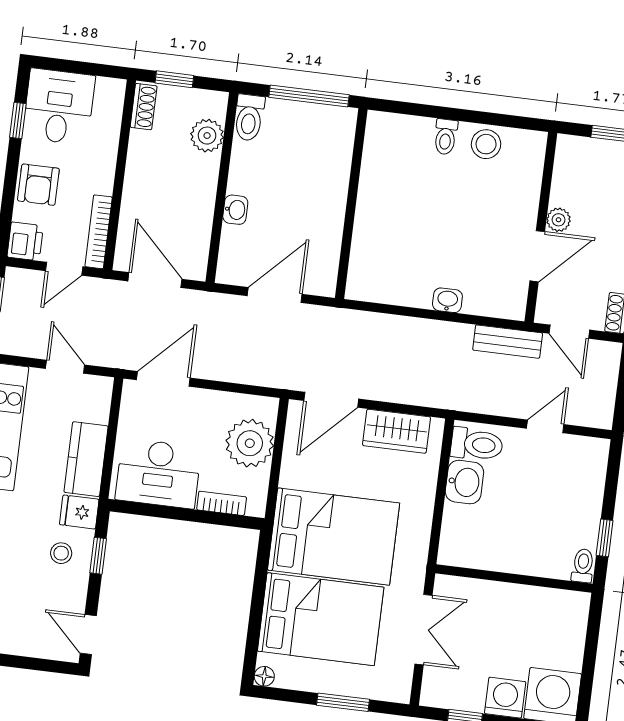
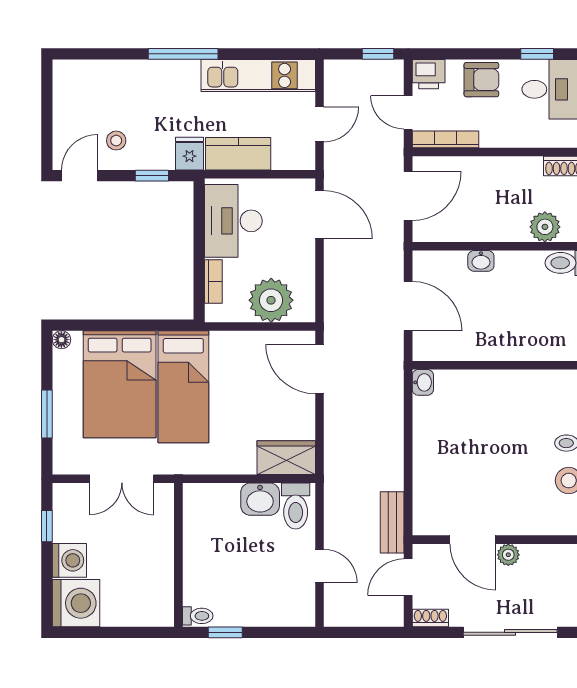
armchair: (38, 185) -> (481, 80), turned 180
washbasin: (447, 300) -> (423, 382), moved
wardrobe: (396, 431) -> (286, 458), moved, turned 90
bed: (334, 537) -> (183, 387), width x0.67
stool: (61, 553) -> (116, 141), moved

